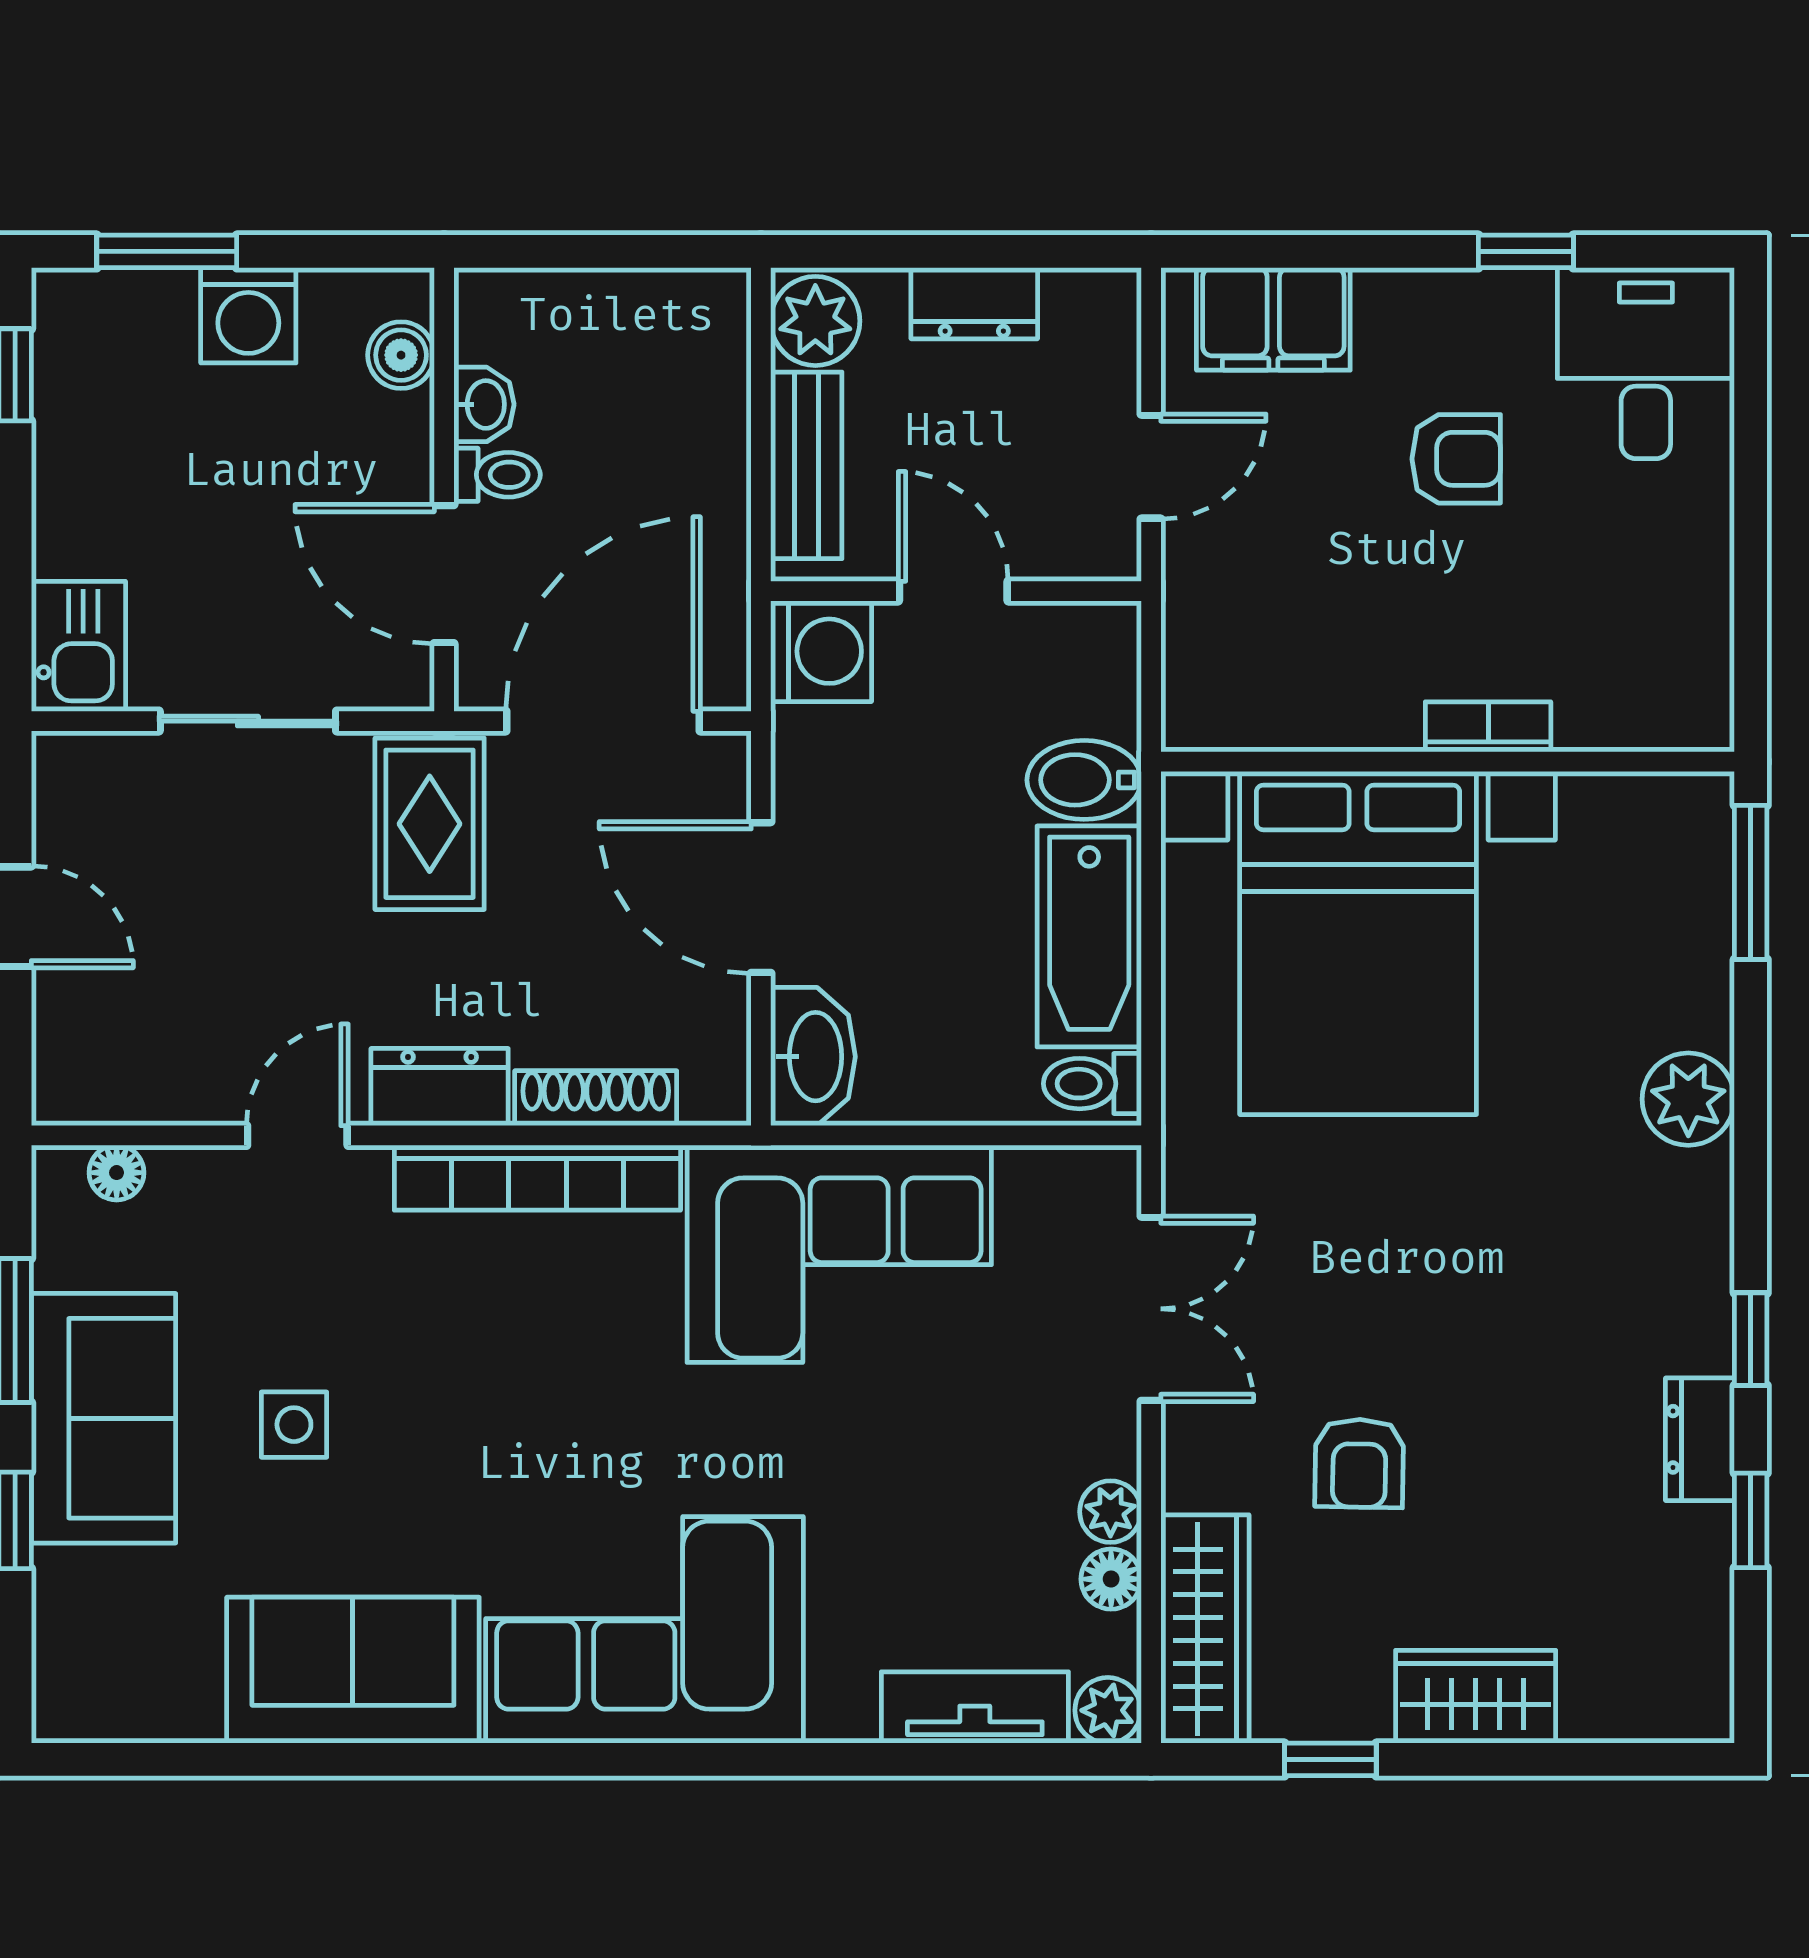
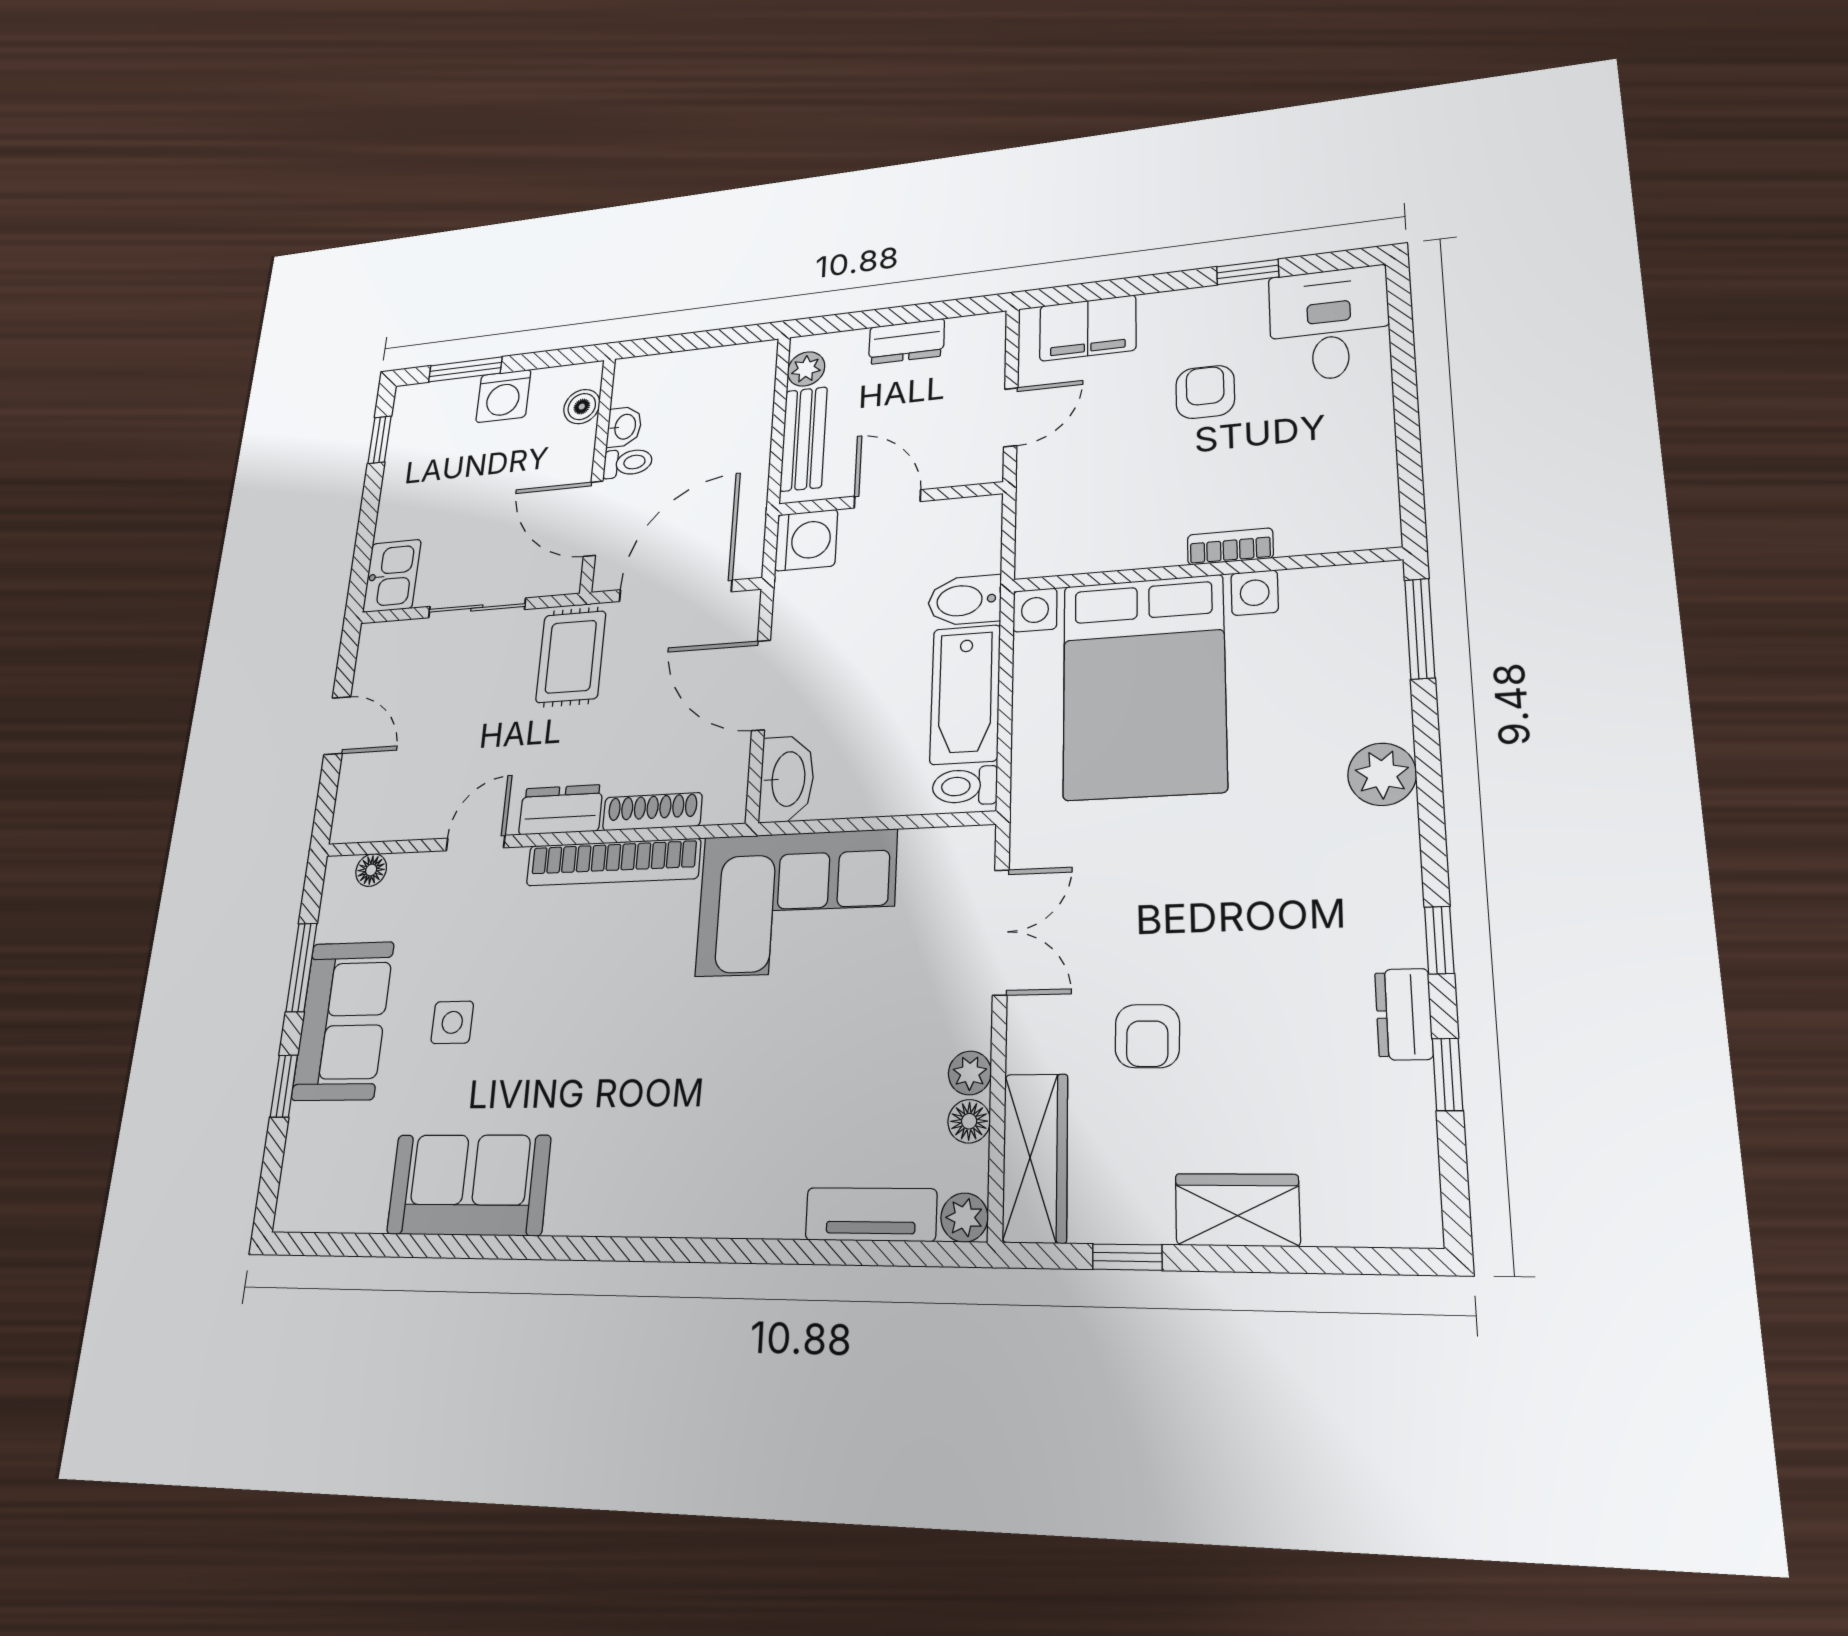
plant: (815, 321) -> (806, 369), width x0.73, depth x0.73
armchair: (1456, 459) -> (1205, 392), turned -90
corner sofa: (645, 1630) -> (654, 1158), removed

